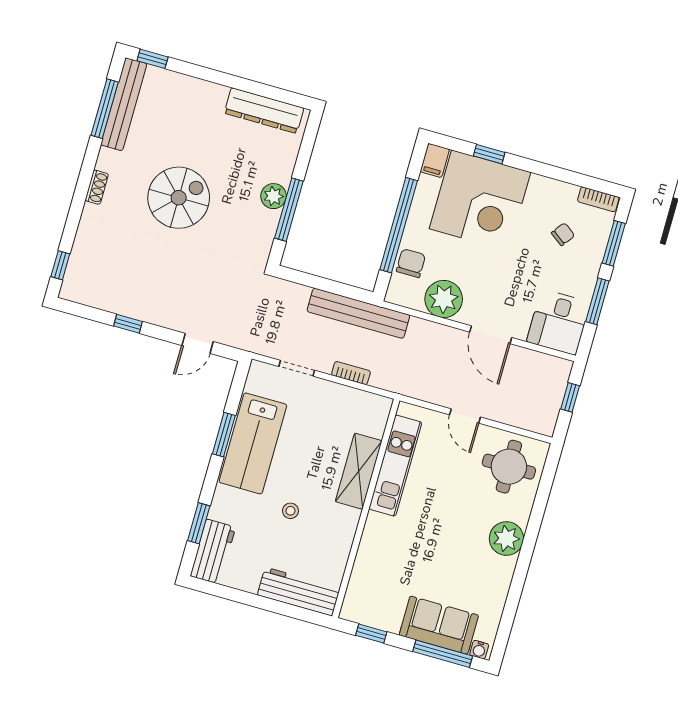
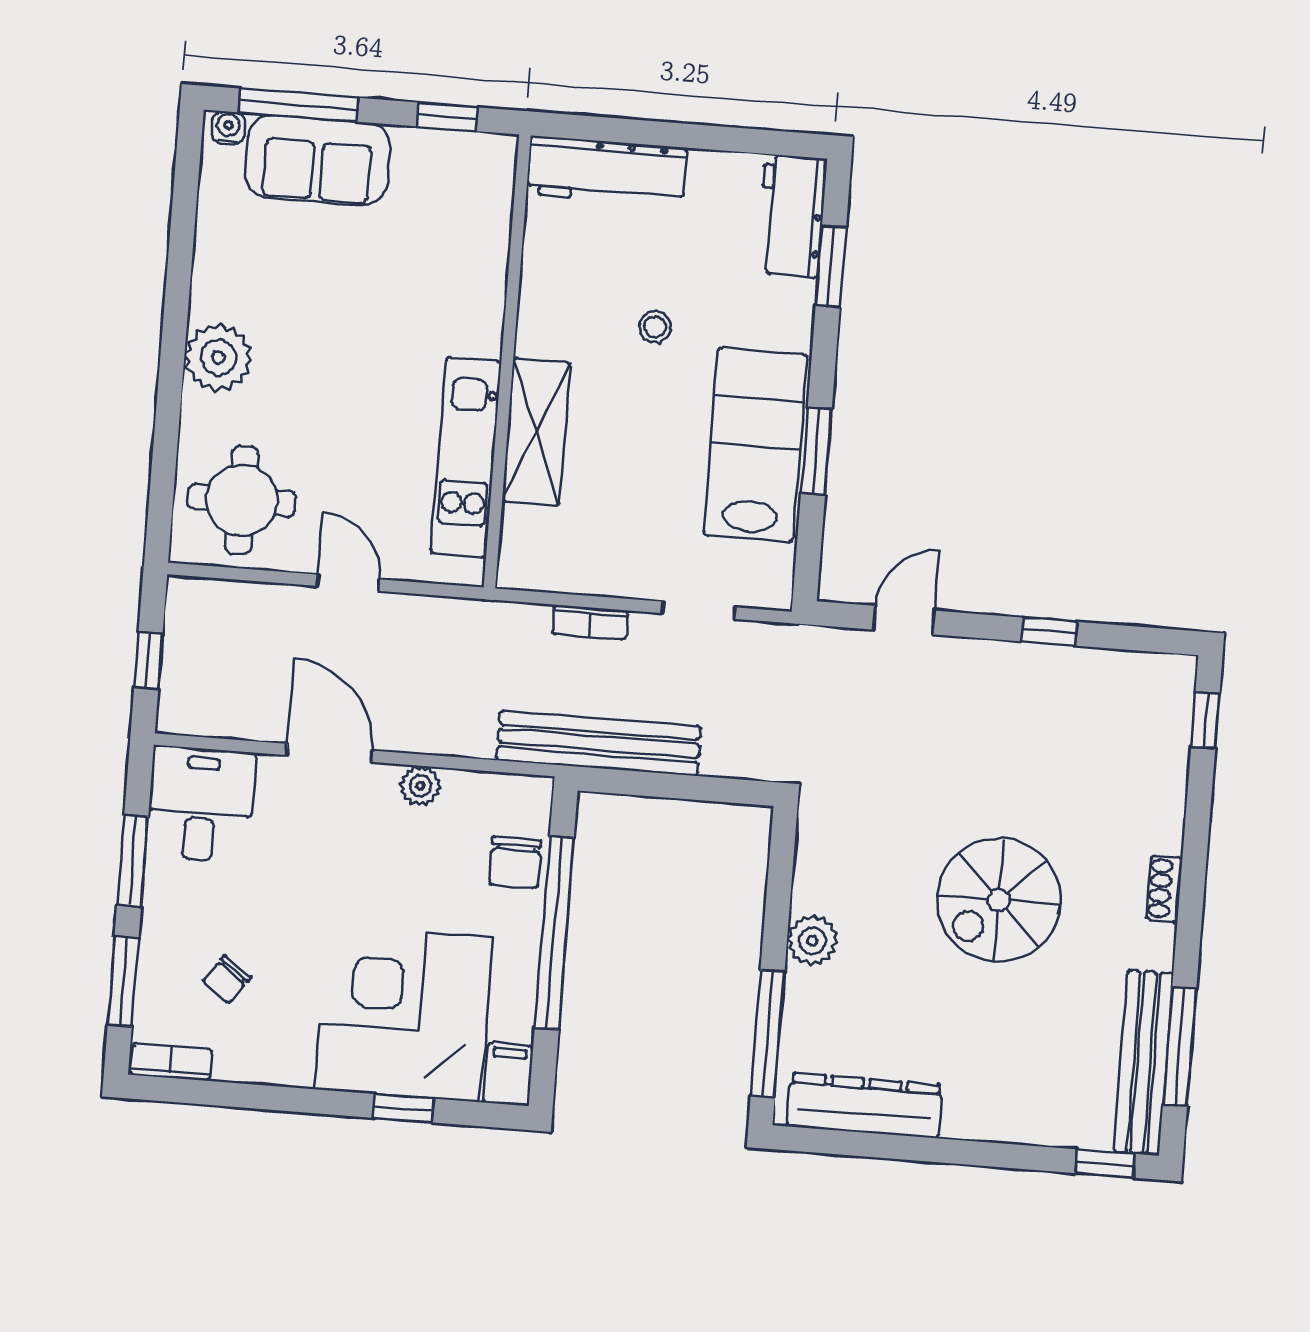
window: (289, 210) -> (768, 1033), moved
plant: (444, 299) -> (420, 786), width x0.53, depth x0.53

